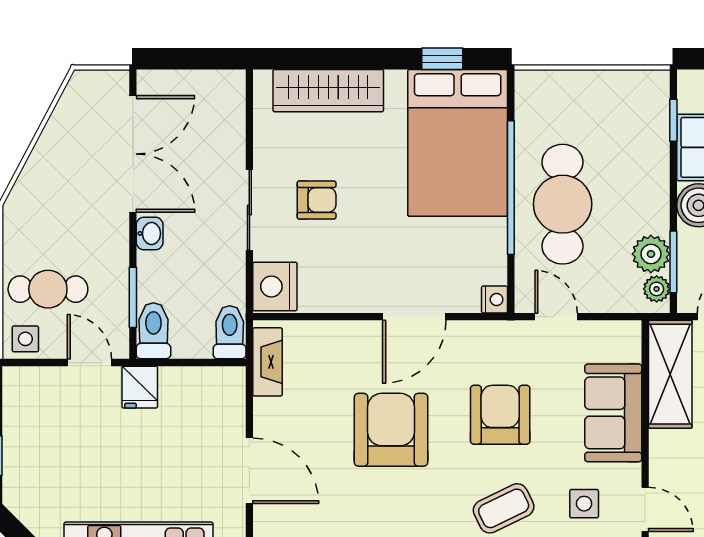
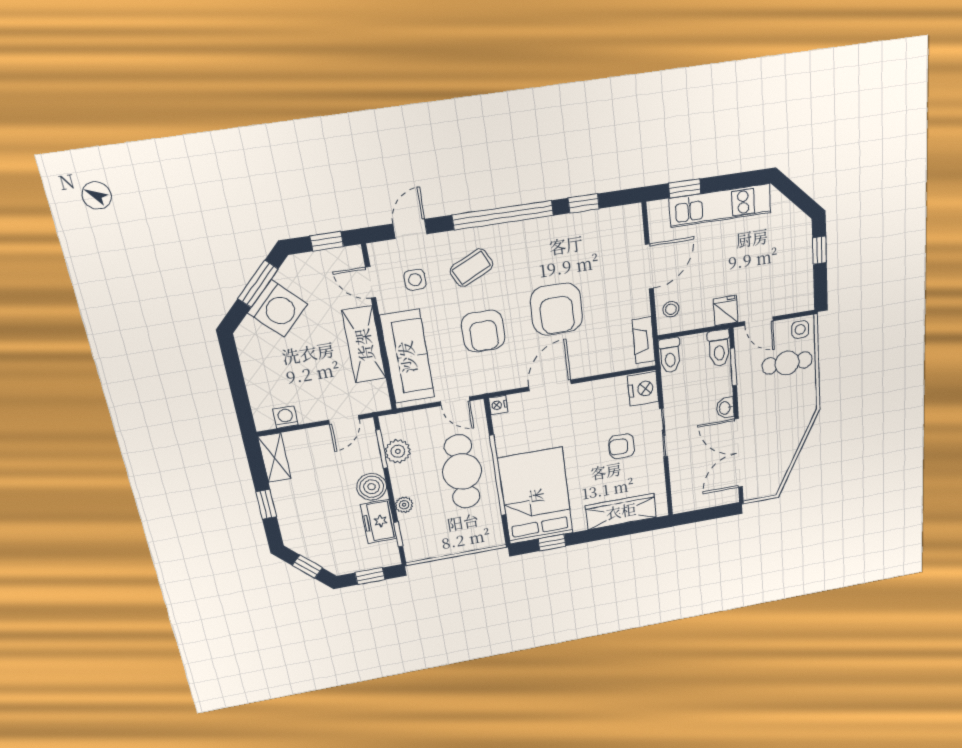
plant: (657, 289) -> (404, 505), moved
shelving: (670, 374) -> (364, 345), moved
stool: (222, 402) -> (671, 309), added
sofa: (613, 413) -> (407, 357), width x1.36
door: (249, 471) -> (649, 267), swing flipped

